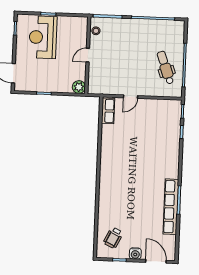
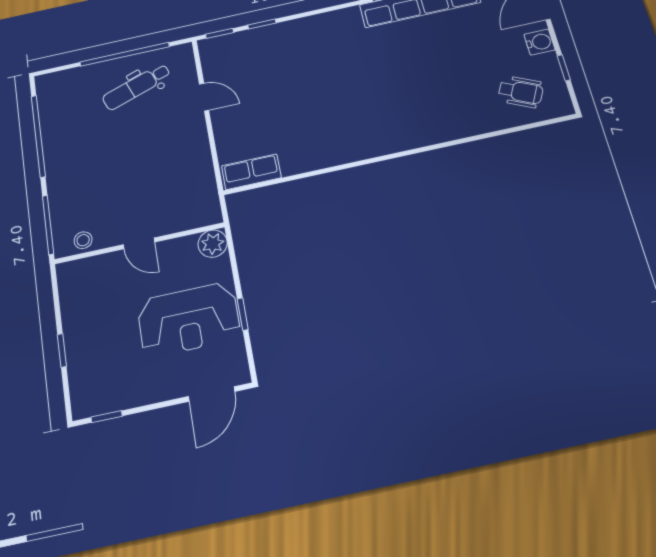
reception desk: (43, 37) -> (188, 319), moved
door: (130, 97) -> (204, 97), moved

